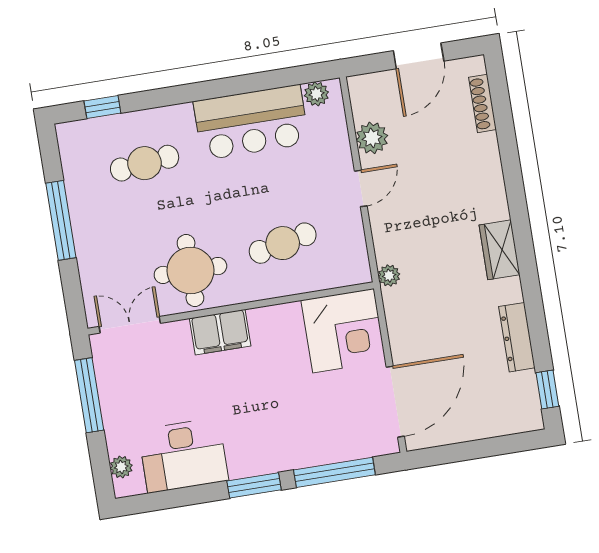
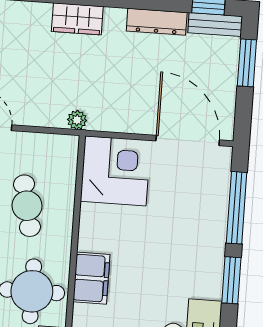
bench: (529, 402) -> (215, 24), added
window: (495, 446) -> (247, 63), added

